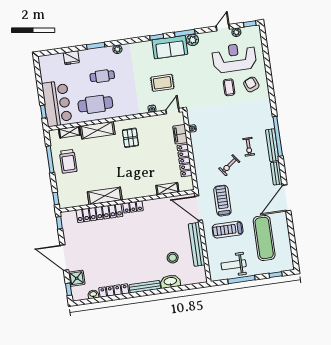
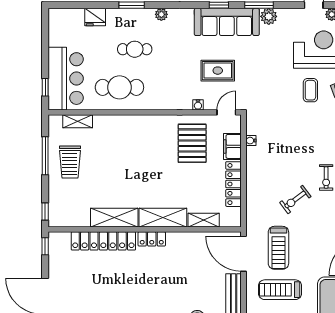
sofa: (170, 47) -> (227, 22), width x1.36
shelving: (98, 130) -> (163, 218), moved
pallet: (130, 138) -> (192, 143), moved, width x1.50, depth x1.42
treadmill: (222, 201) -> (278, 248), turned 180

